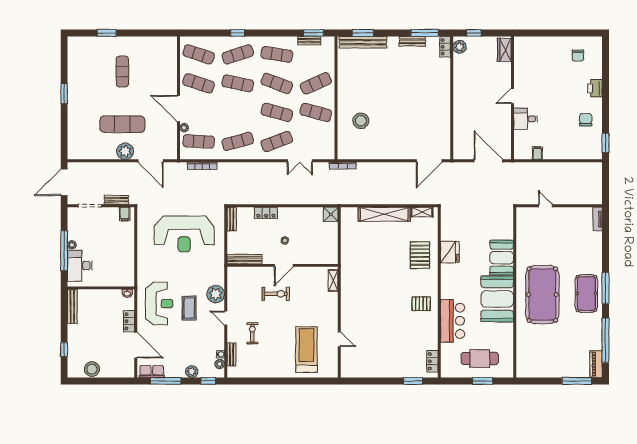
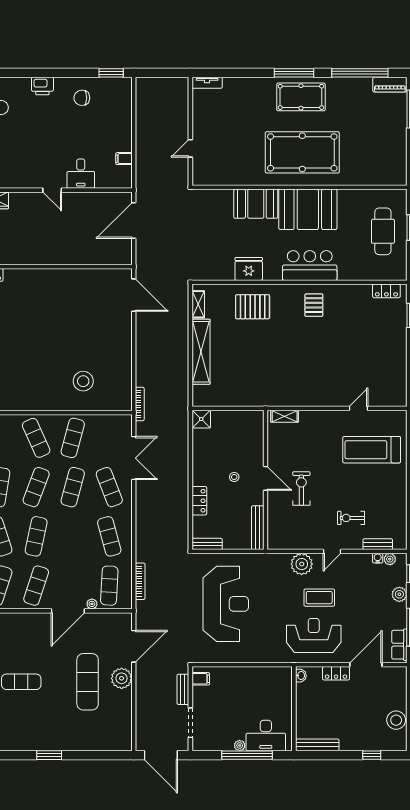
double door: (300, 161) -> (134, 458), width x1.37
bar counter: (453, 321) -> (310, 265), moved

